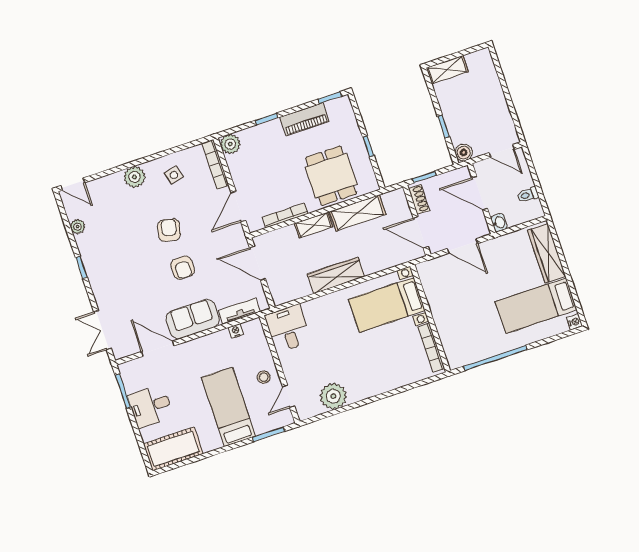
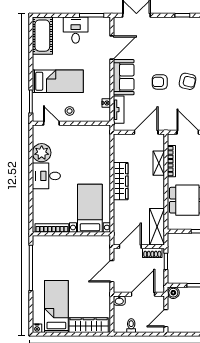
shelving: (358, 213) -> (157, 227), moved
shelving: (314, 225) -> (159, 163), moved
desk: (288, 328) -> (46, 176), moved, turned 180

